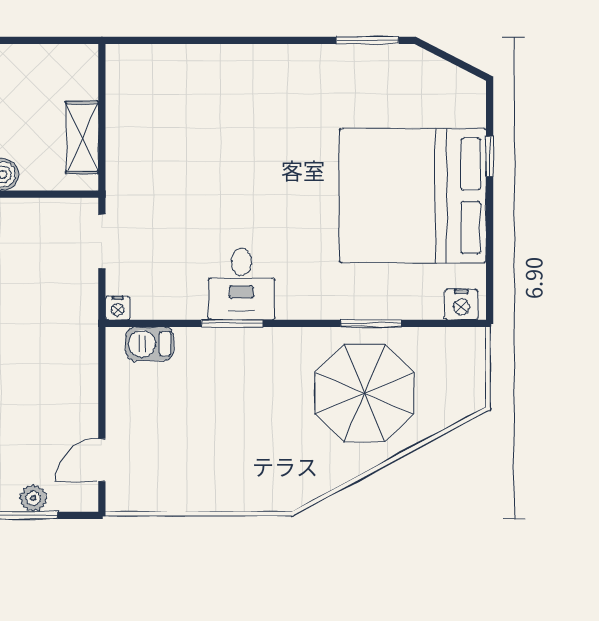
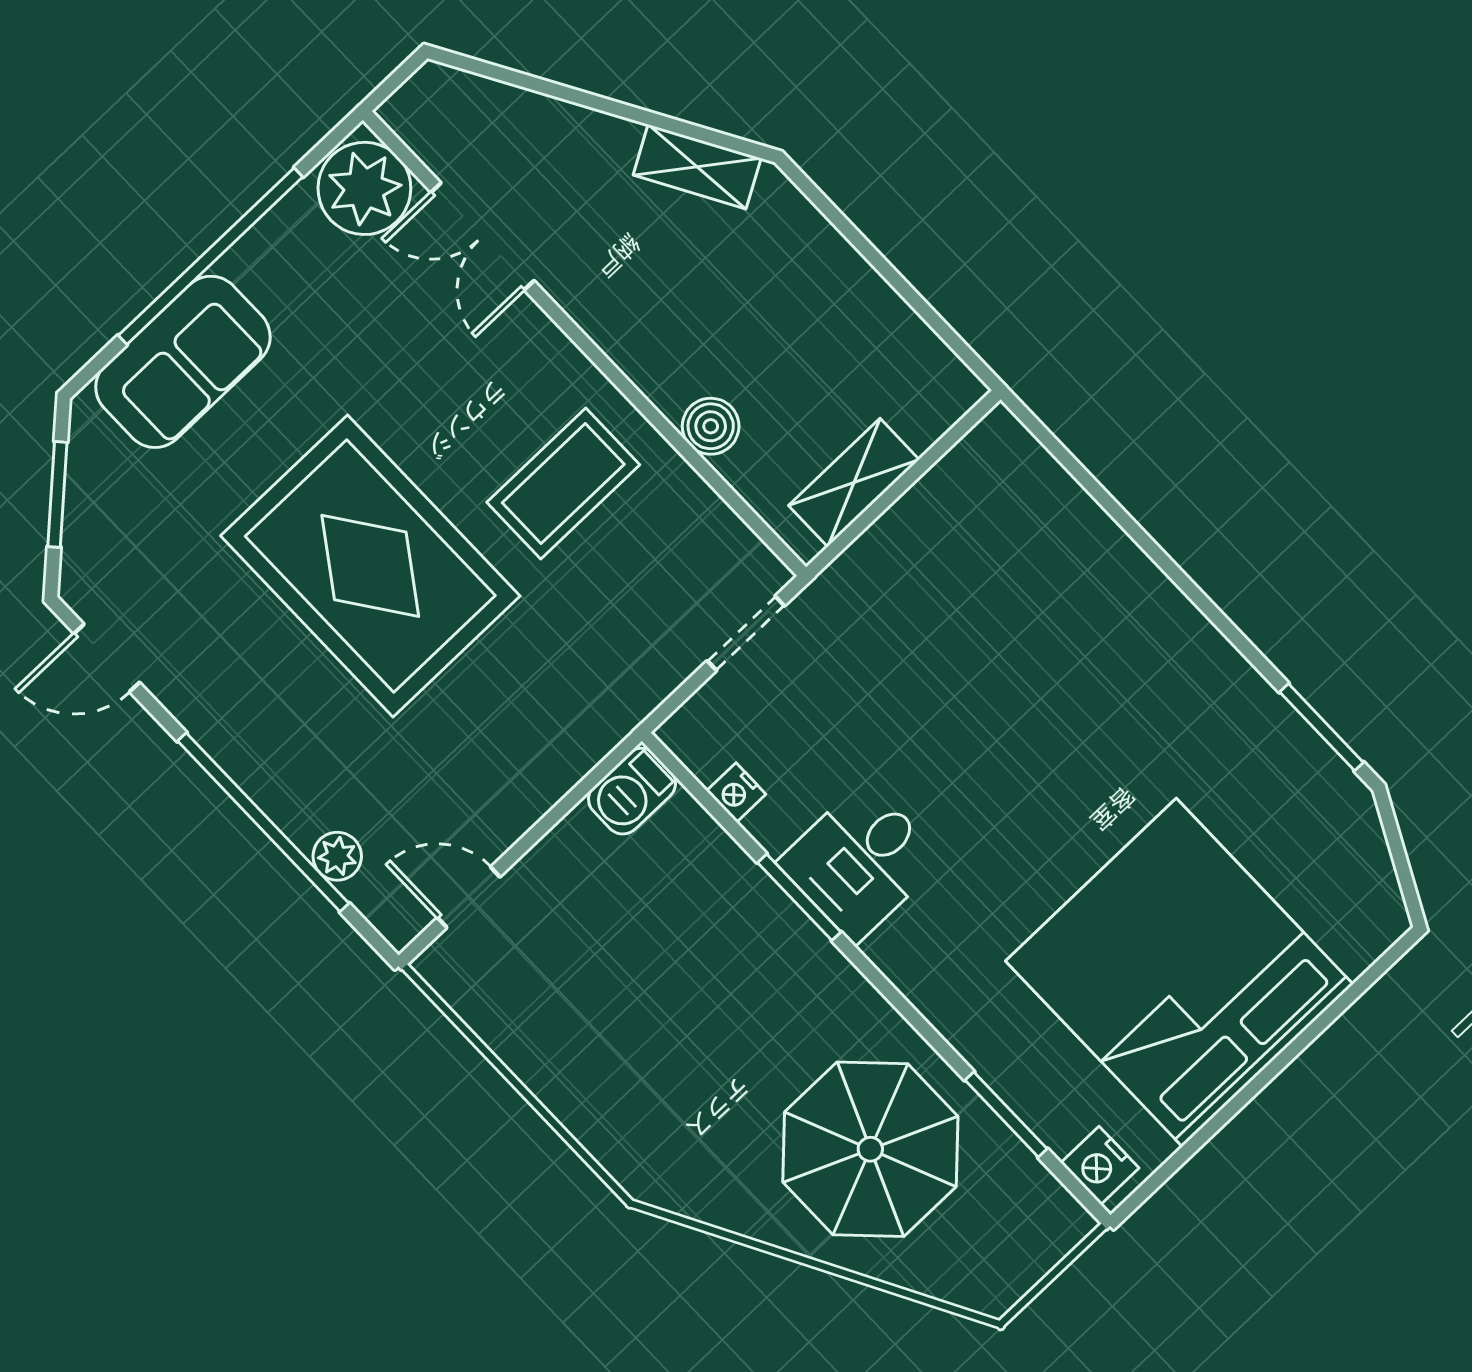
window: (490, 156) -> (1322, 1022), removed
nightstand: (118, 308) -> (736, 793), moved
window: (371, 323) -> (1006, 1114), moved
barbecue: (150, 344) -> (632, 791), moved, turned -90

